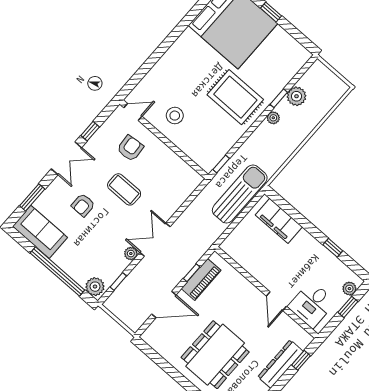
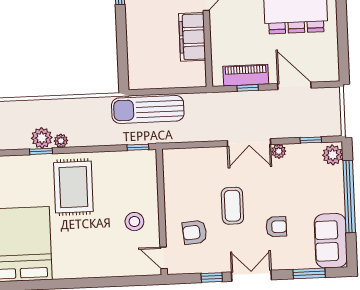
plant: (296, 96) -> (42, 138), moved
filing cabinet: (279, 221) -> (192, 37), moved, turned 180

